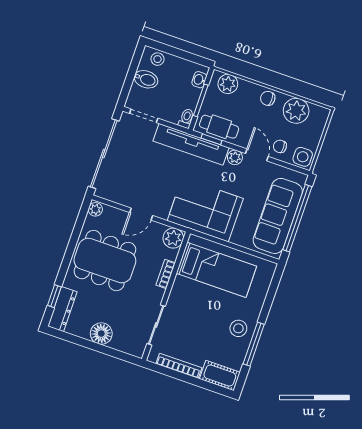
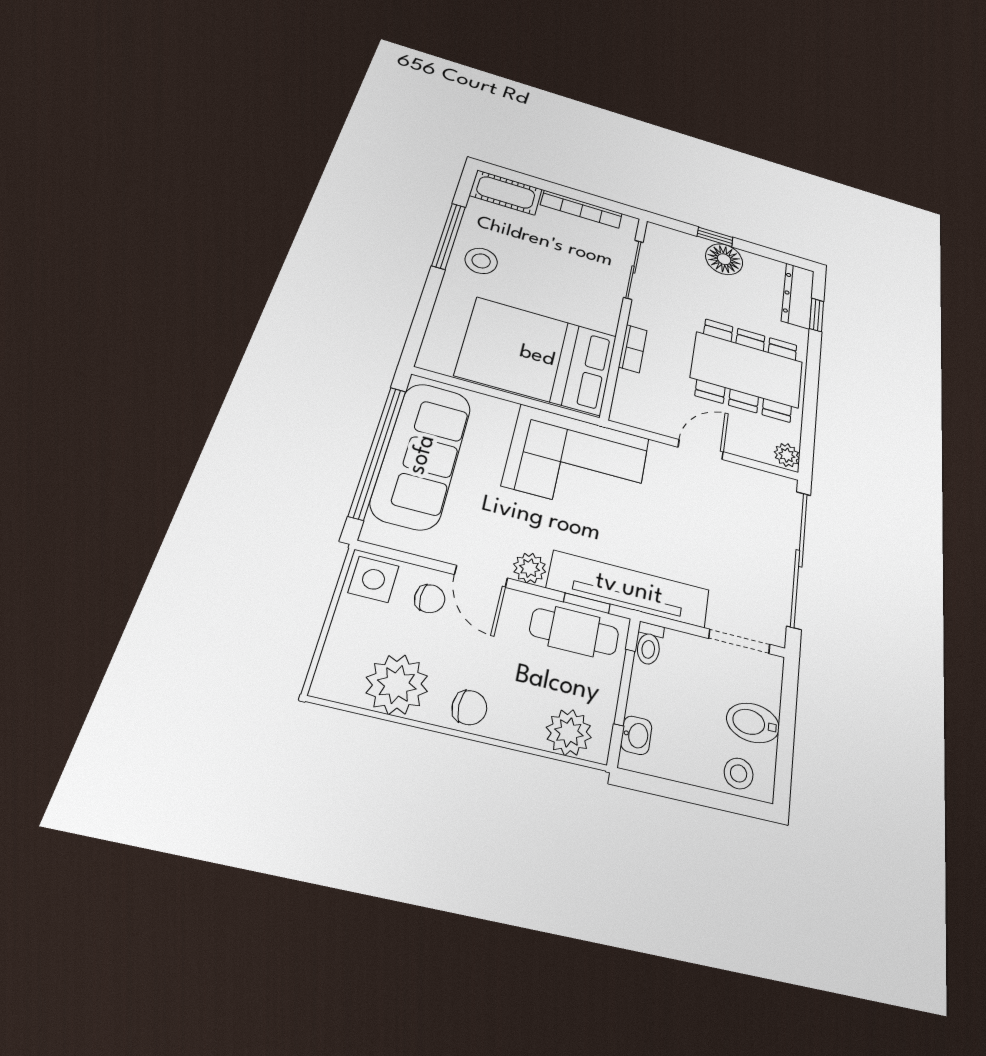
plant: (173, 238) -> (631, 409), removed
bed: (216, 270) -> (537, 356), width x1.50
window: (103, 349) -> (715, 237), added

